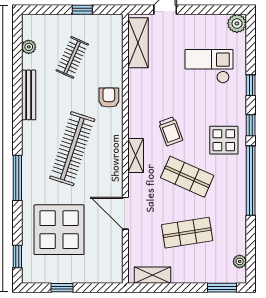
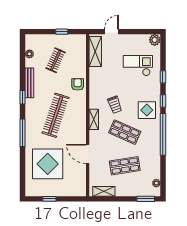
window: (17, 257) -> (23, 97), moved

